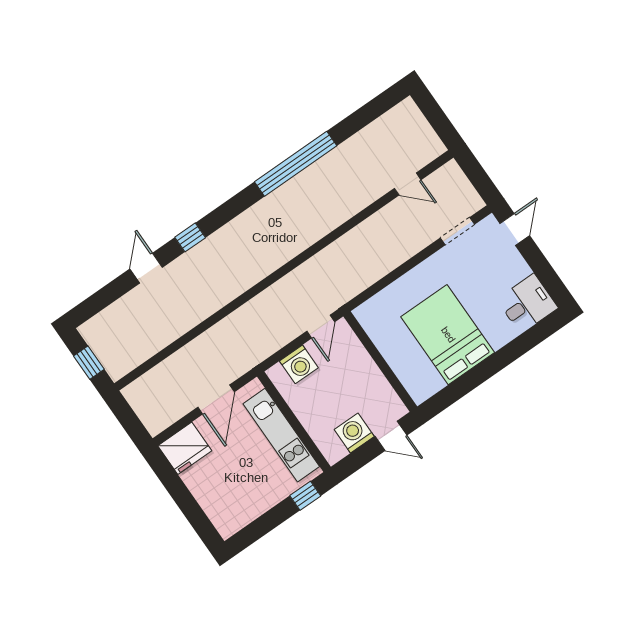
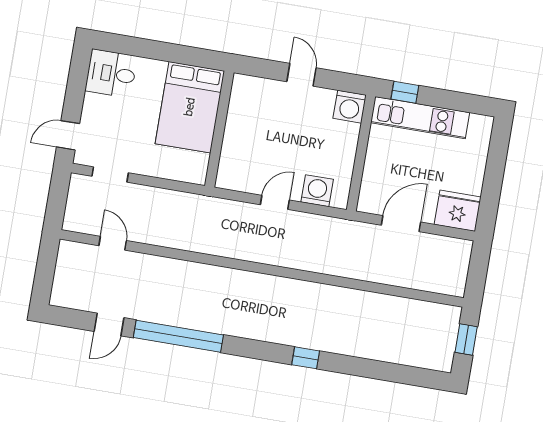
door: (146, 268) -> (109, 324), moved
wall: (380, 361) -> (219, 129), moved
washing machine: (354, 433) -> (350, 107), moved
kitchen unit: (281, 435) -> (420, 118), moved, turned 90

